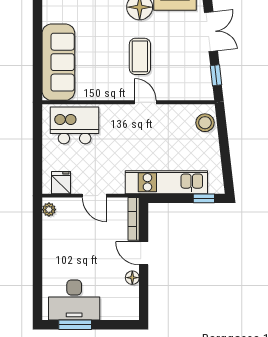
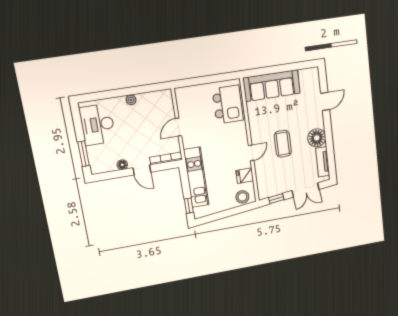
coffee table: (140, 56) -> (283, 144), turned 90
fridge: (61, 183) -> (245, 176), moved, turned 180
plant: (49, 210) -> (131, 100), moved
door: (144, 253) -> (142, 170), swing flipped
window: (75, 325) -> (84, 154), moved

